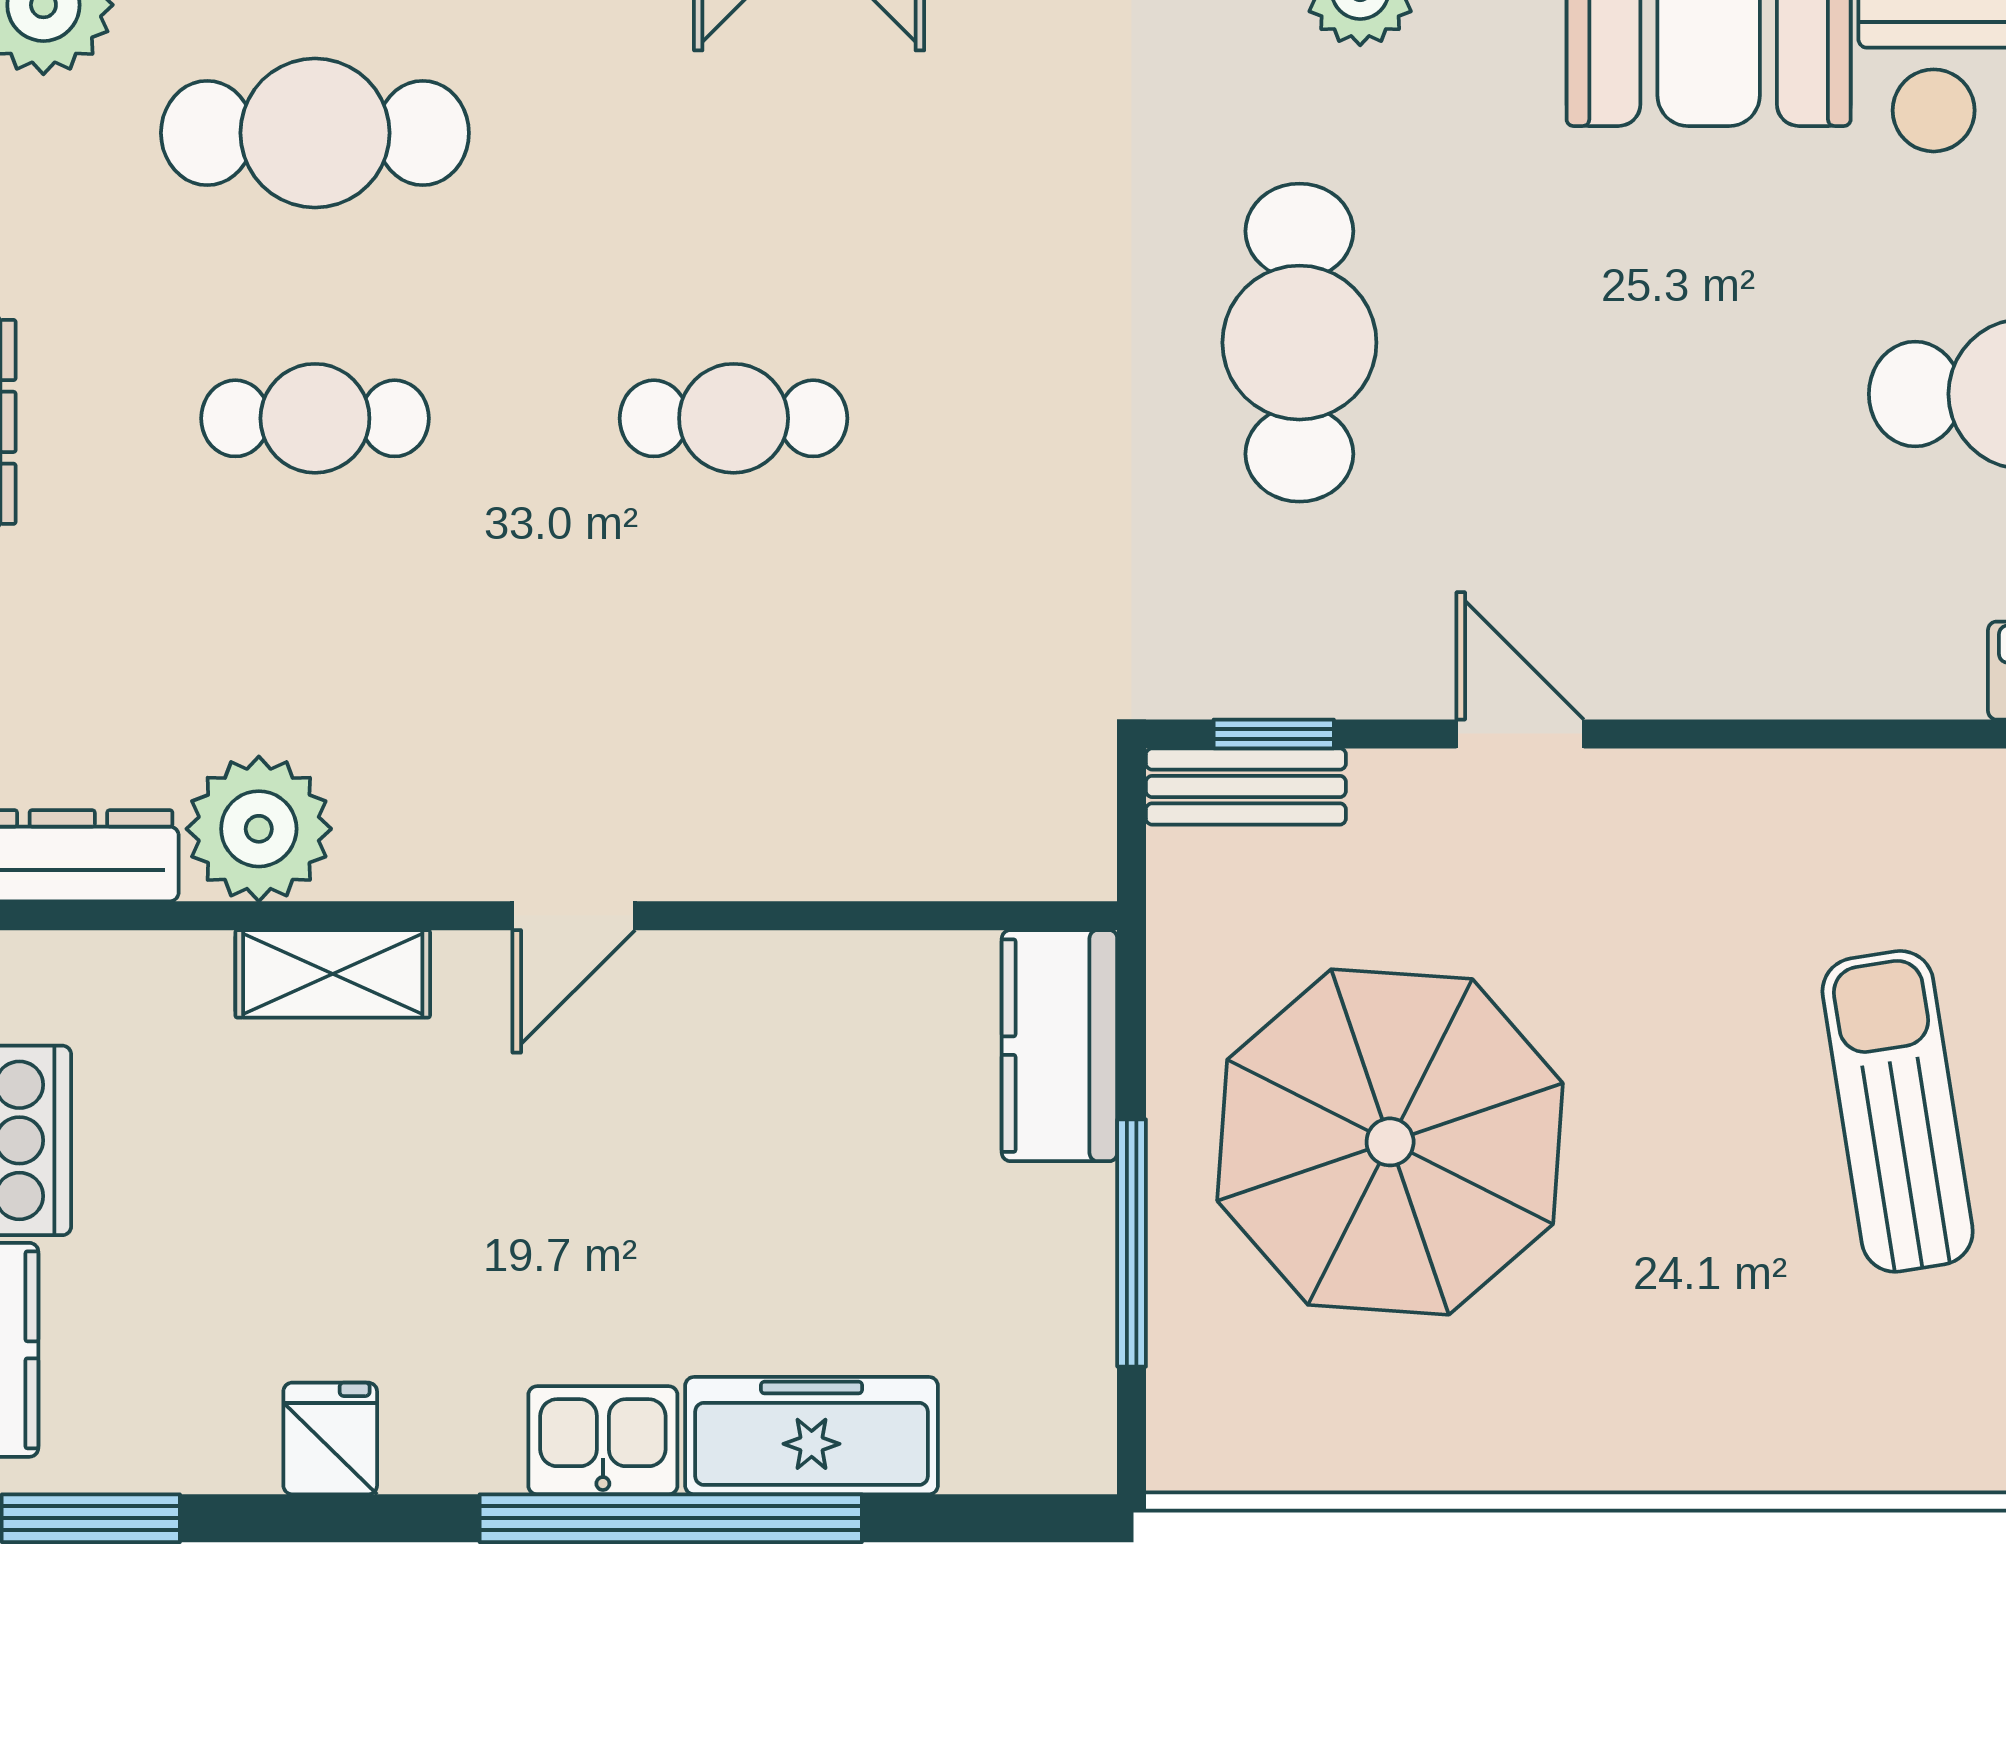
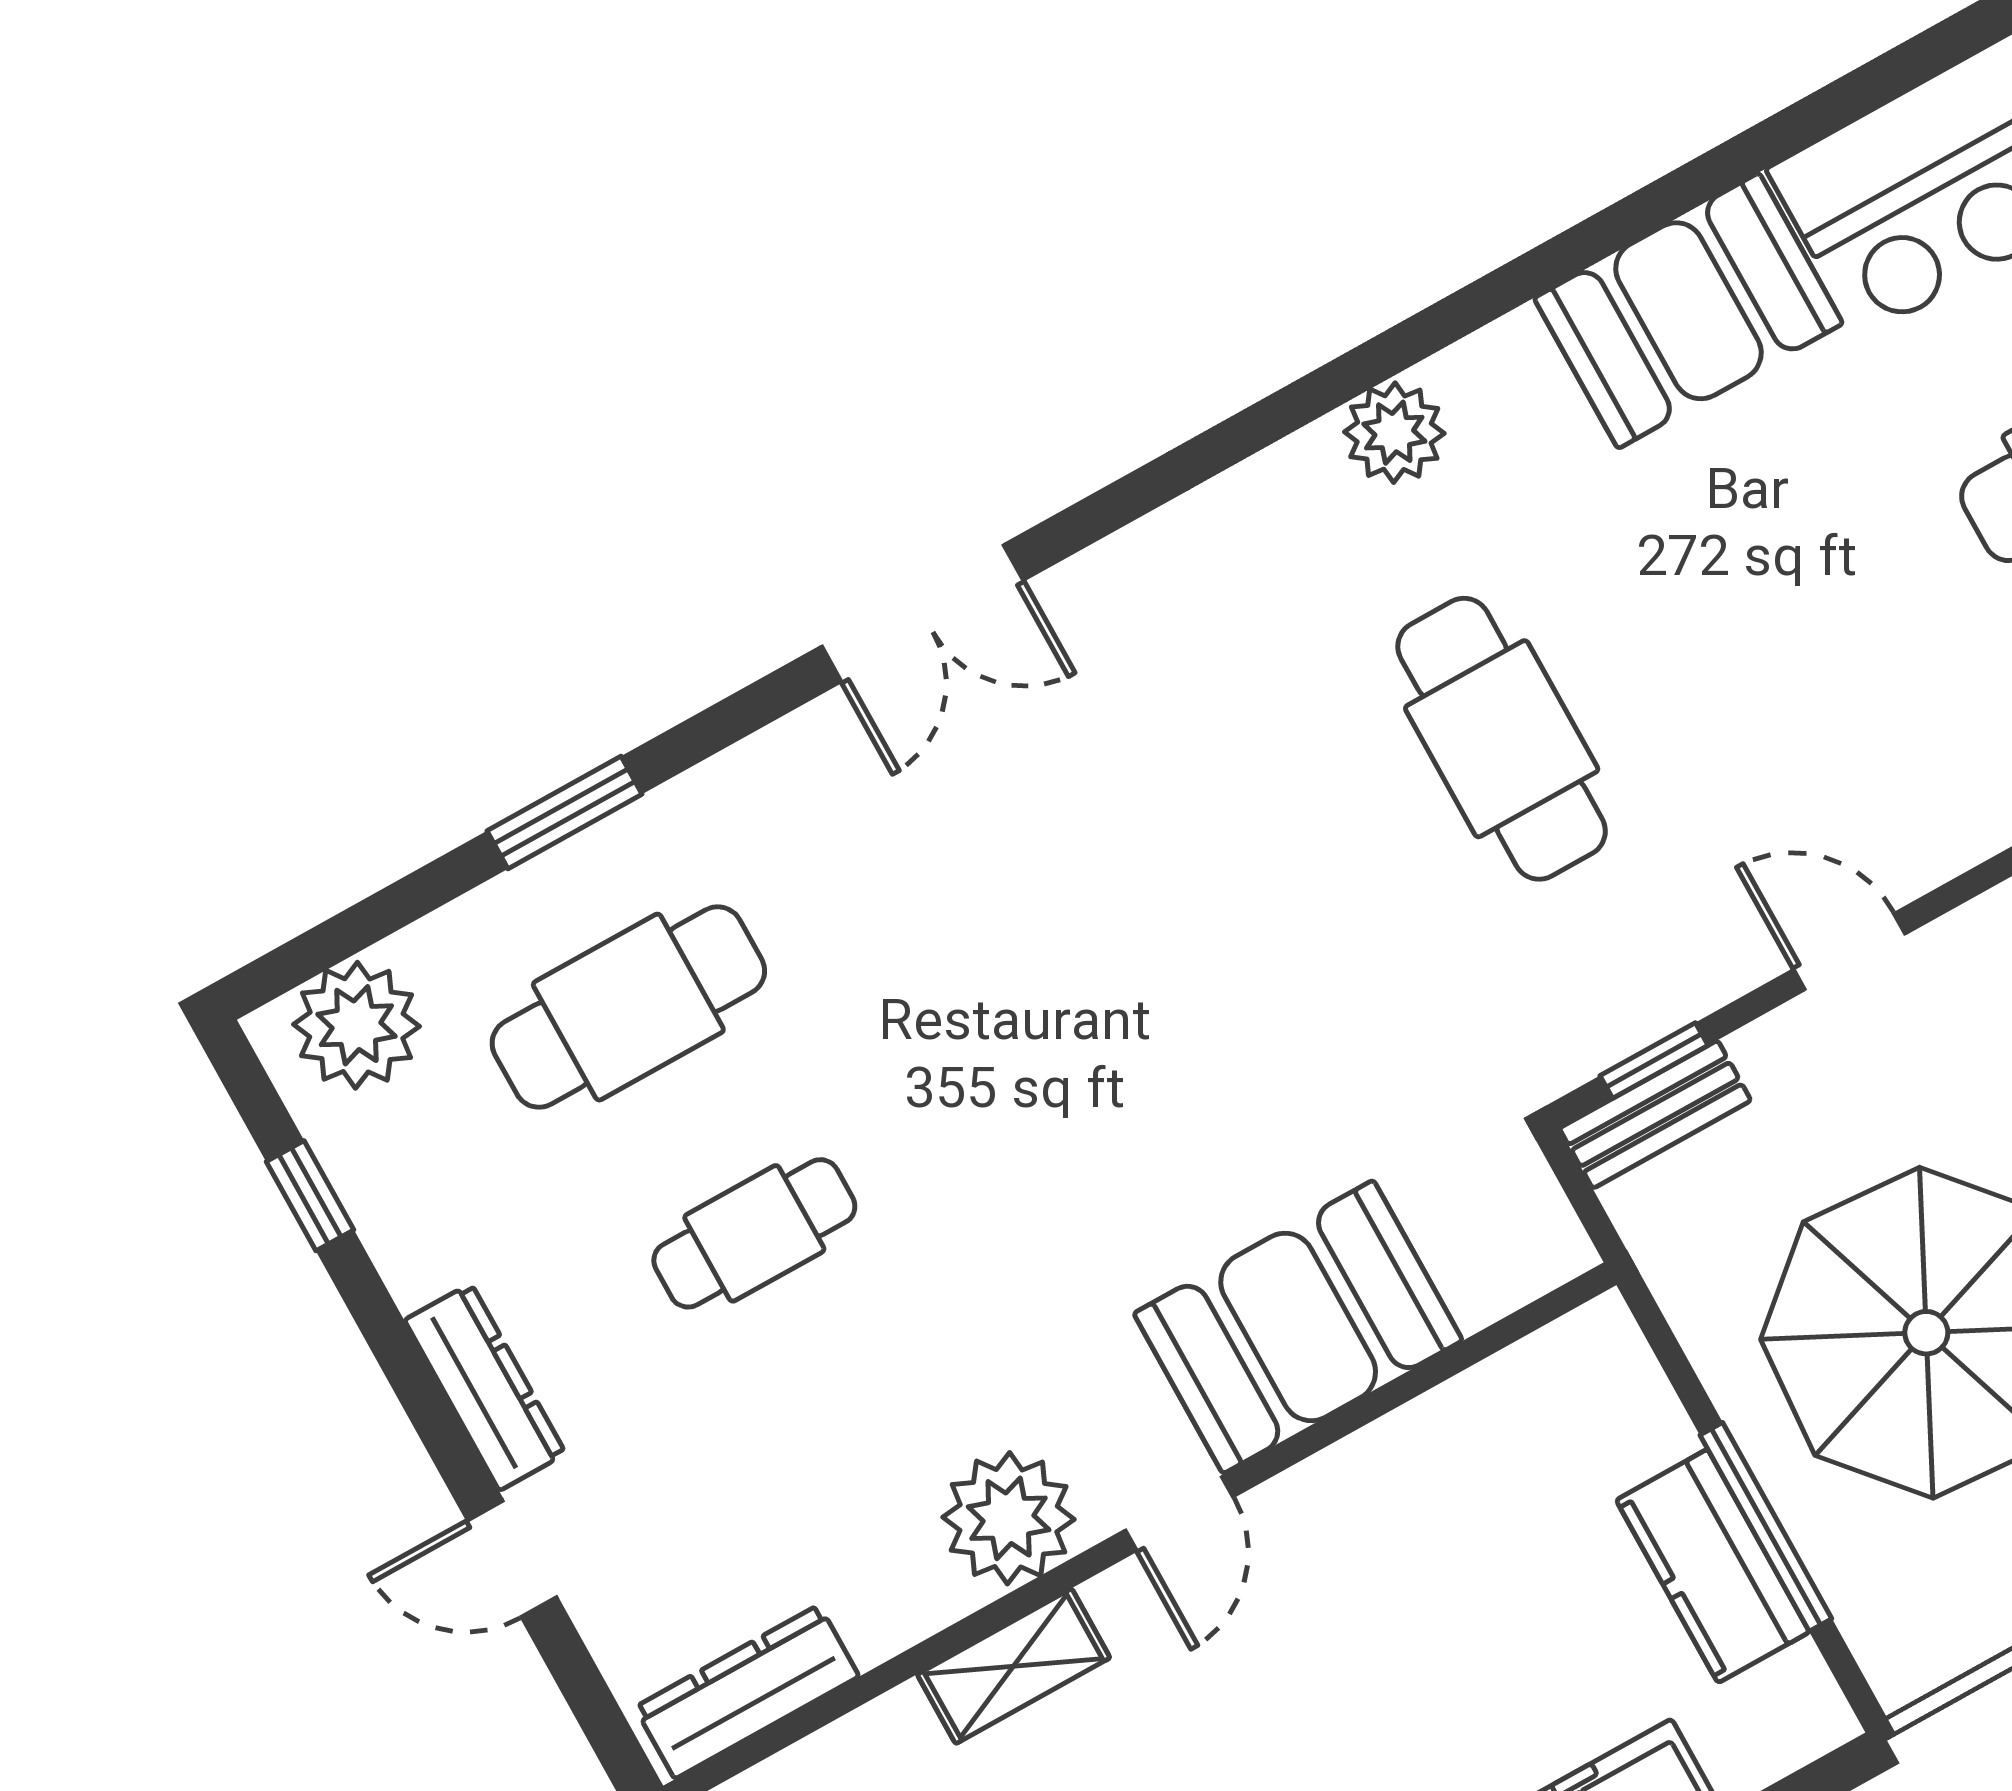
cafe table: (734, 418) -> (1086, 1049), removed
booth: (788, 800) -> (1298, 1327), added
plant: (259, 829) -> (1009, 1518), moved
kitchen counter: (1059, 1046) -> (1713, 1566), moved

